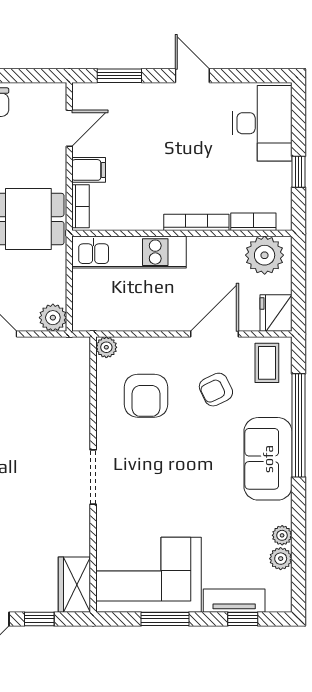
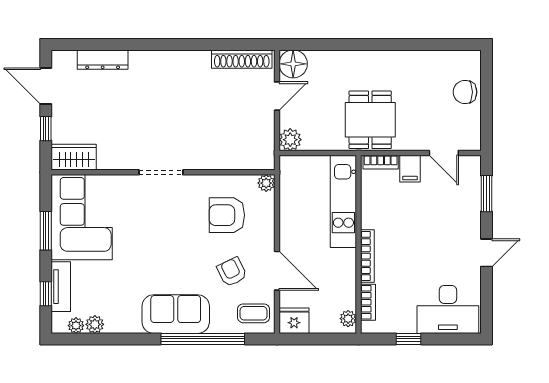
plant: (265, 255) -> (348, 319), width x0.53, depth x0.53
plant: (282, 535) -> (76, 326), moved

